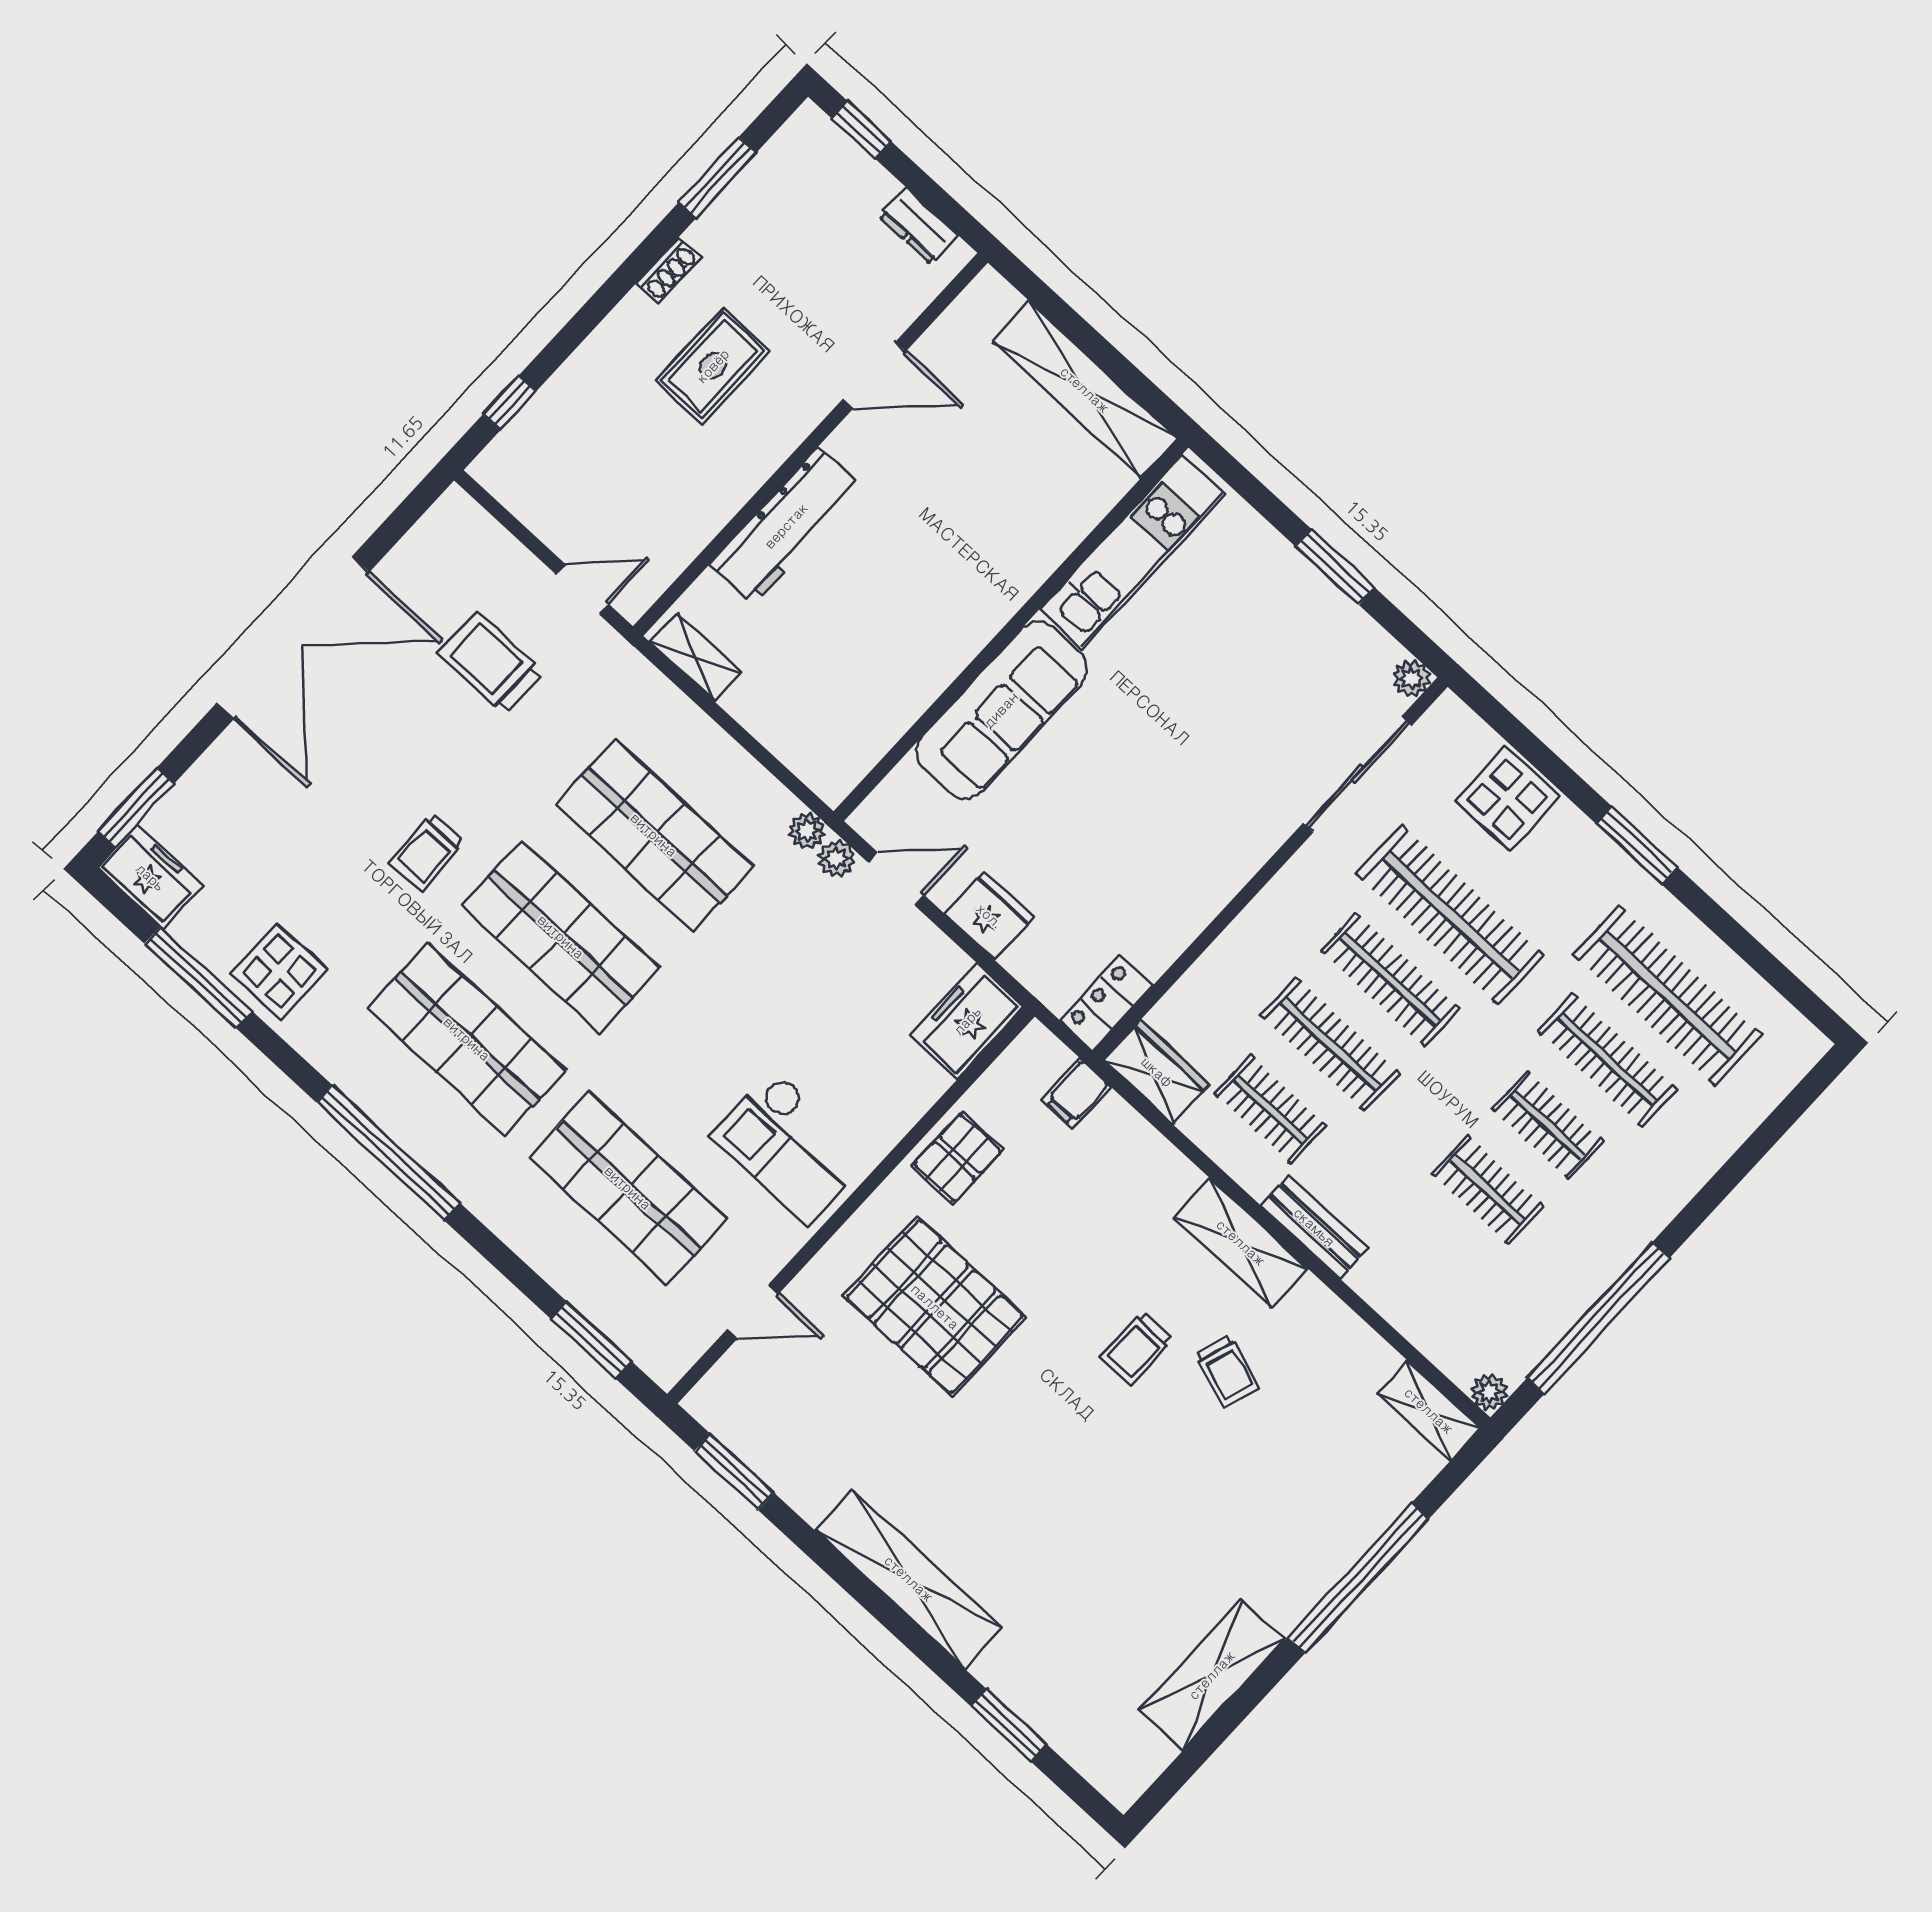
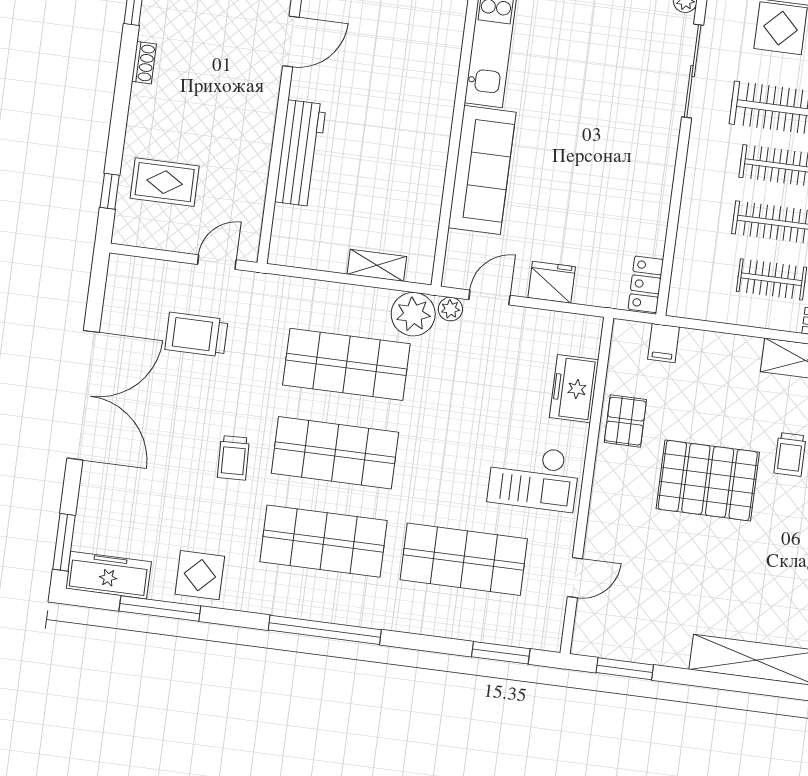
rug: (713, 366) -> (165, 182), moved, turned 90
shelving: (696, 657) -> (377, 265), moved
plant: (807, 831) -> (413, 314), width x1.88, depth x1.88
freezer: (150, 877) -> (108, 575), width x1.40
freezer: (967, 1021) -> (574, 389), moved
wardrobe: (1157, 1072) -> (698, 302), removed
pallet: (935, 1307) -> (708, 480), moved

